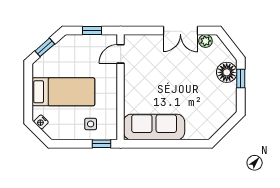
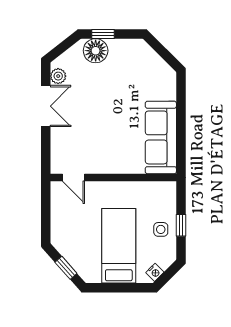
window: (92, 30) -> (46, 212), removed
side table: (91, 124) -> (161, 229), moved
window: (102, 144) -> (181, 225), moved

